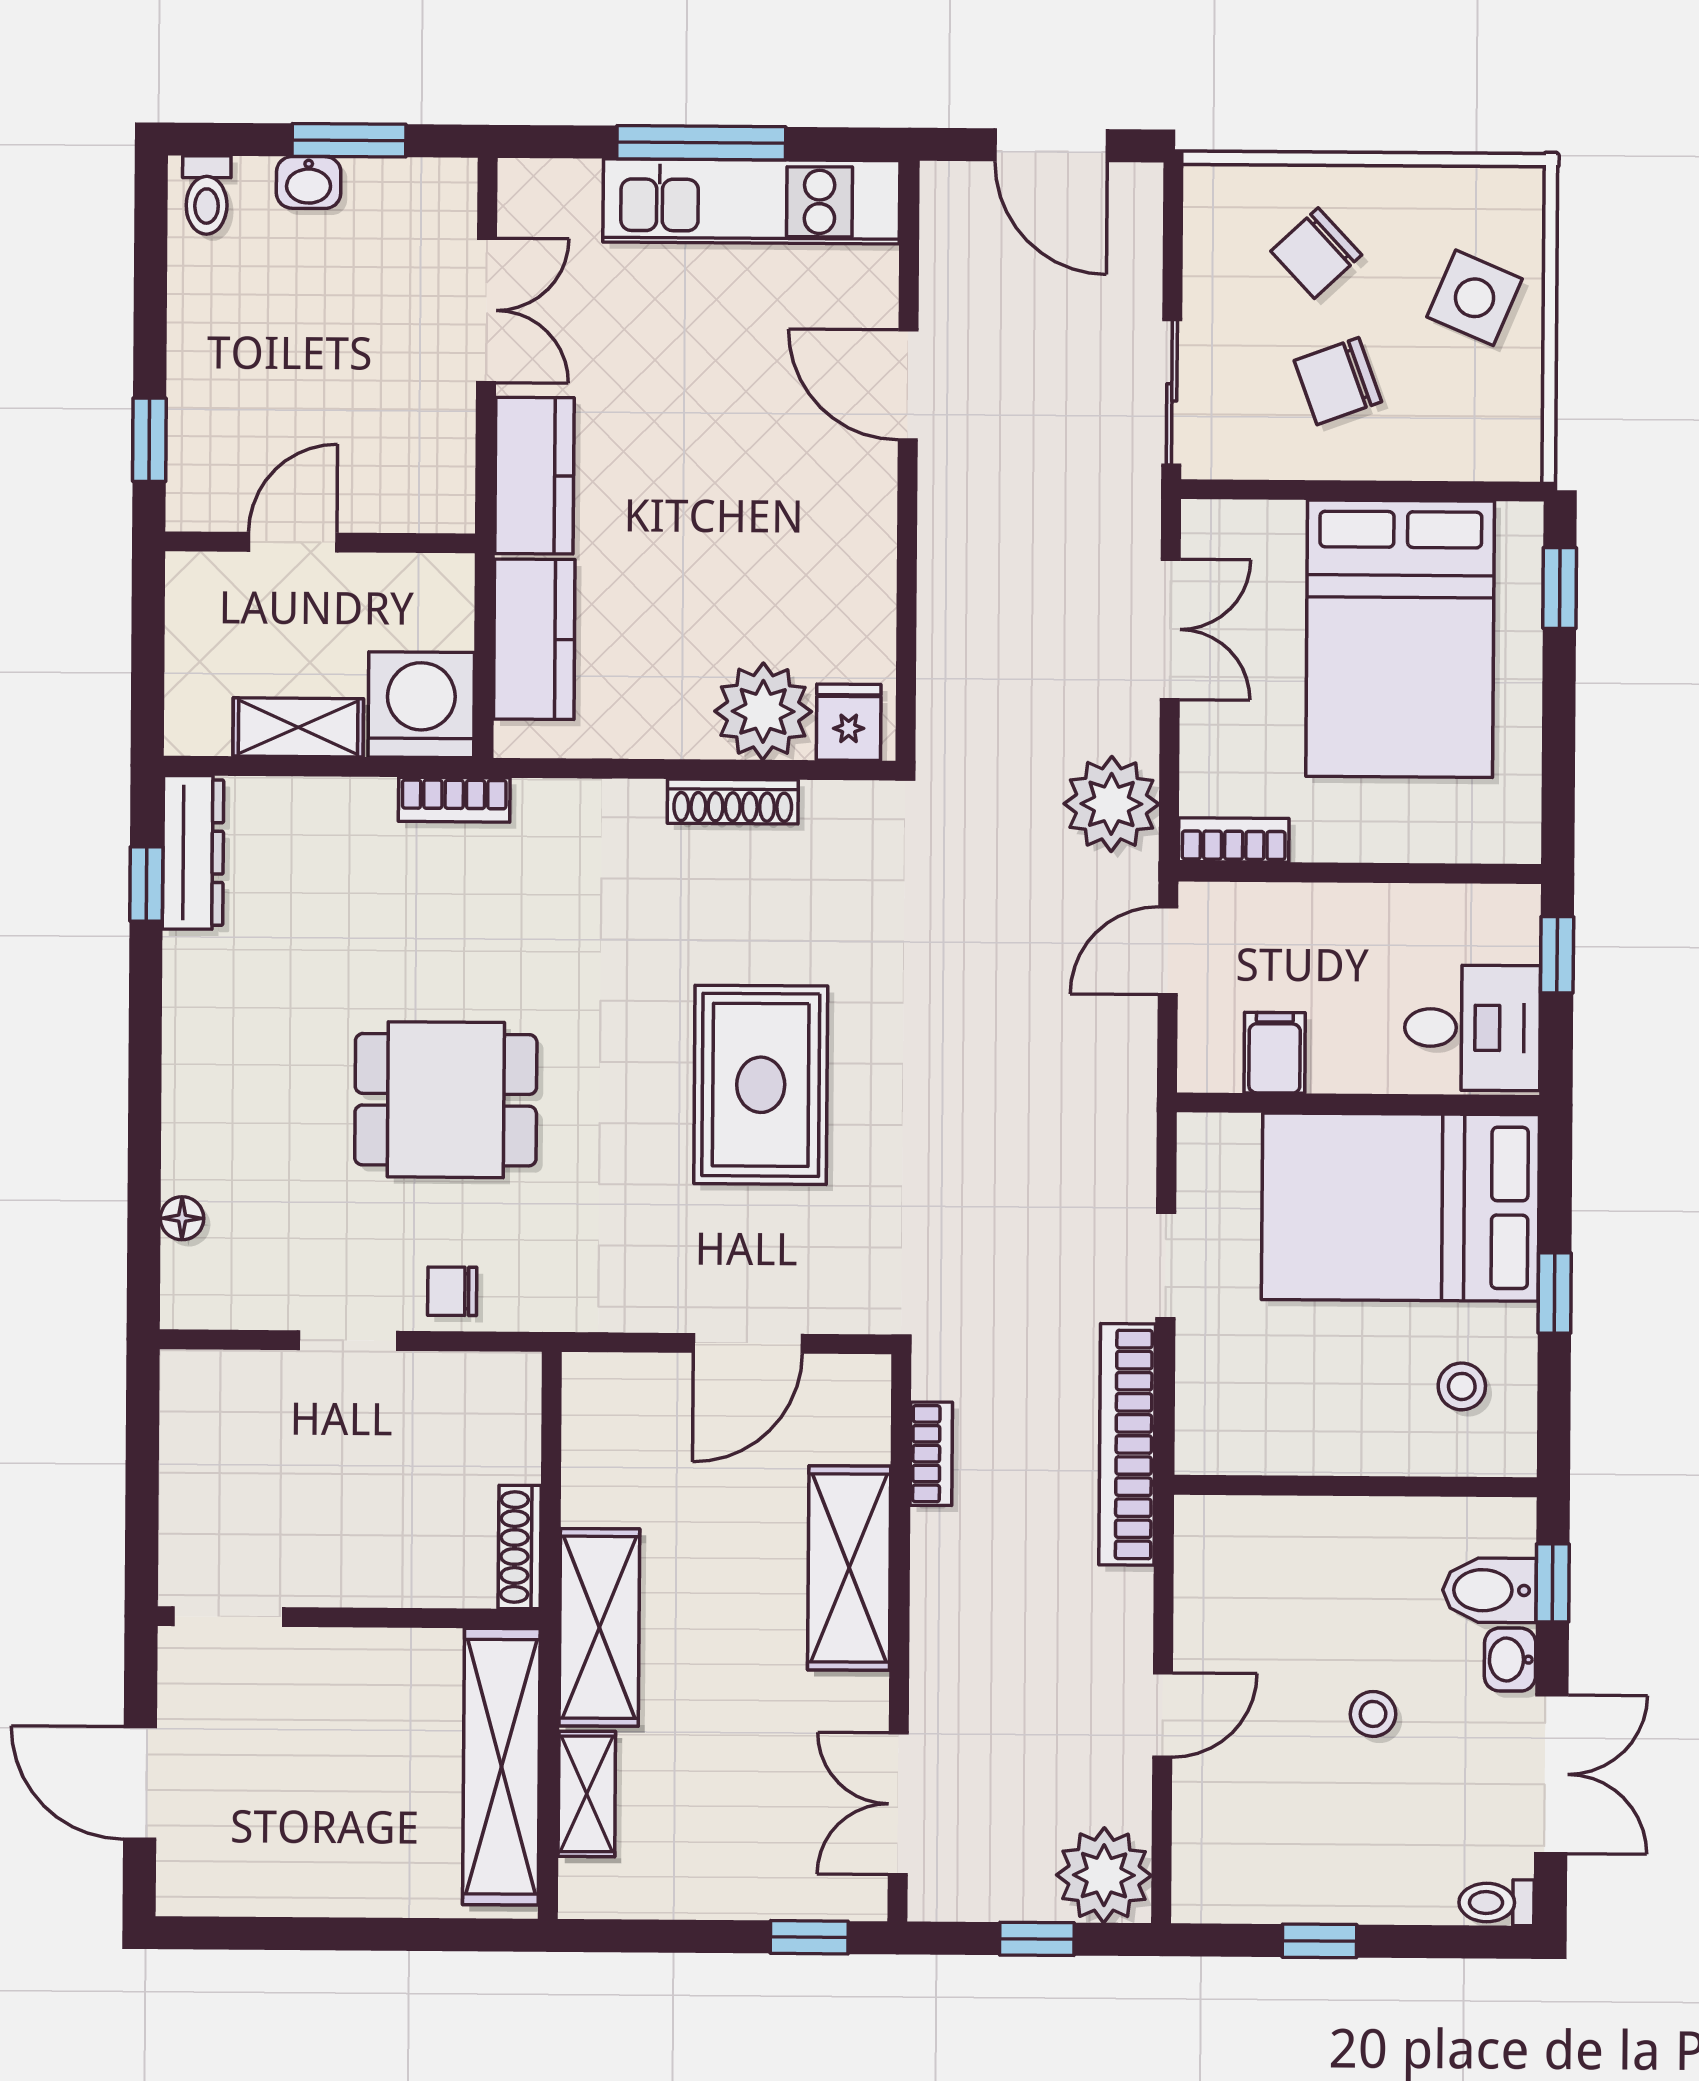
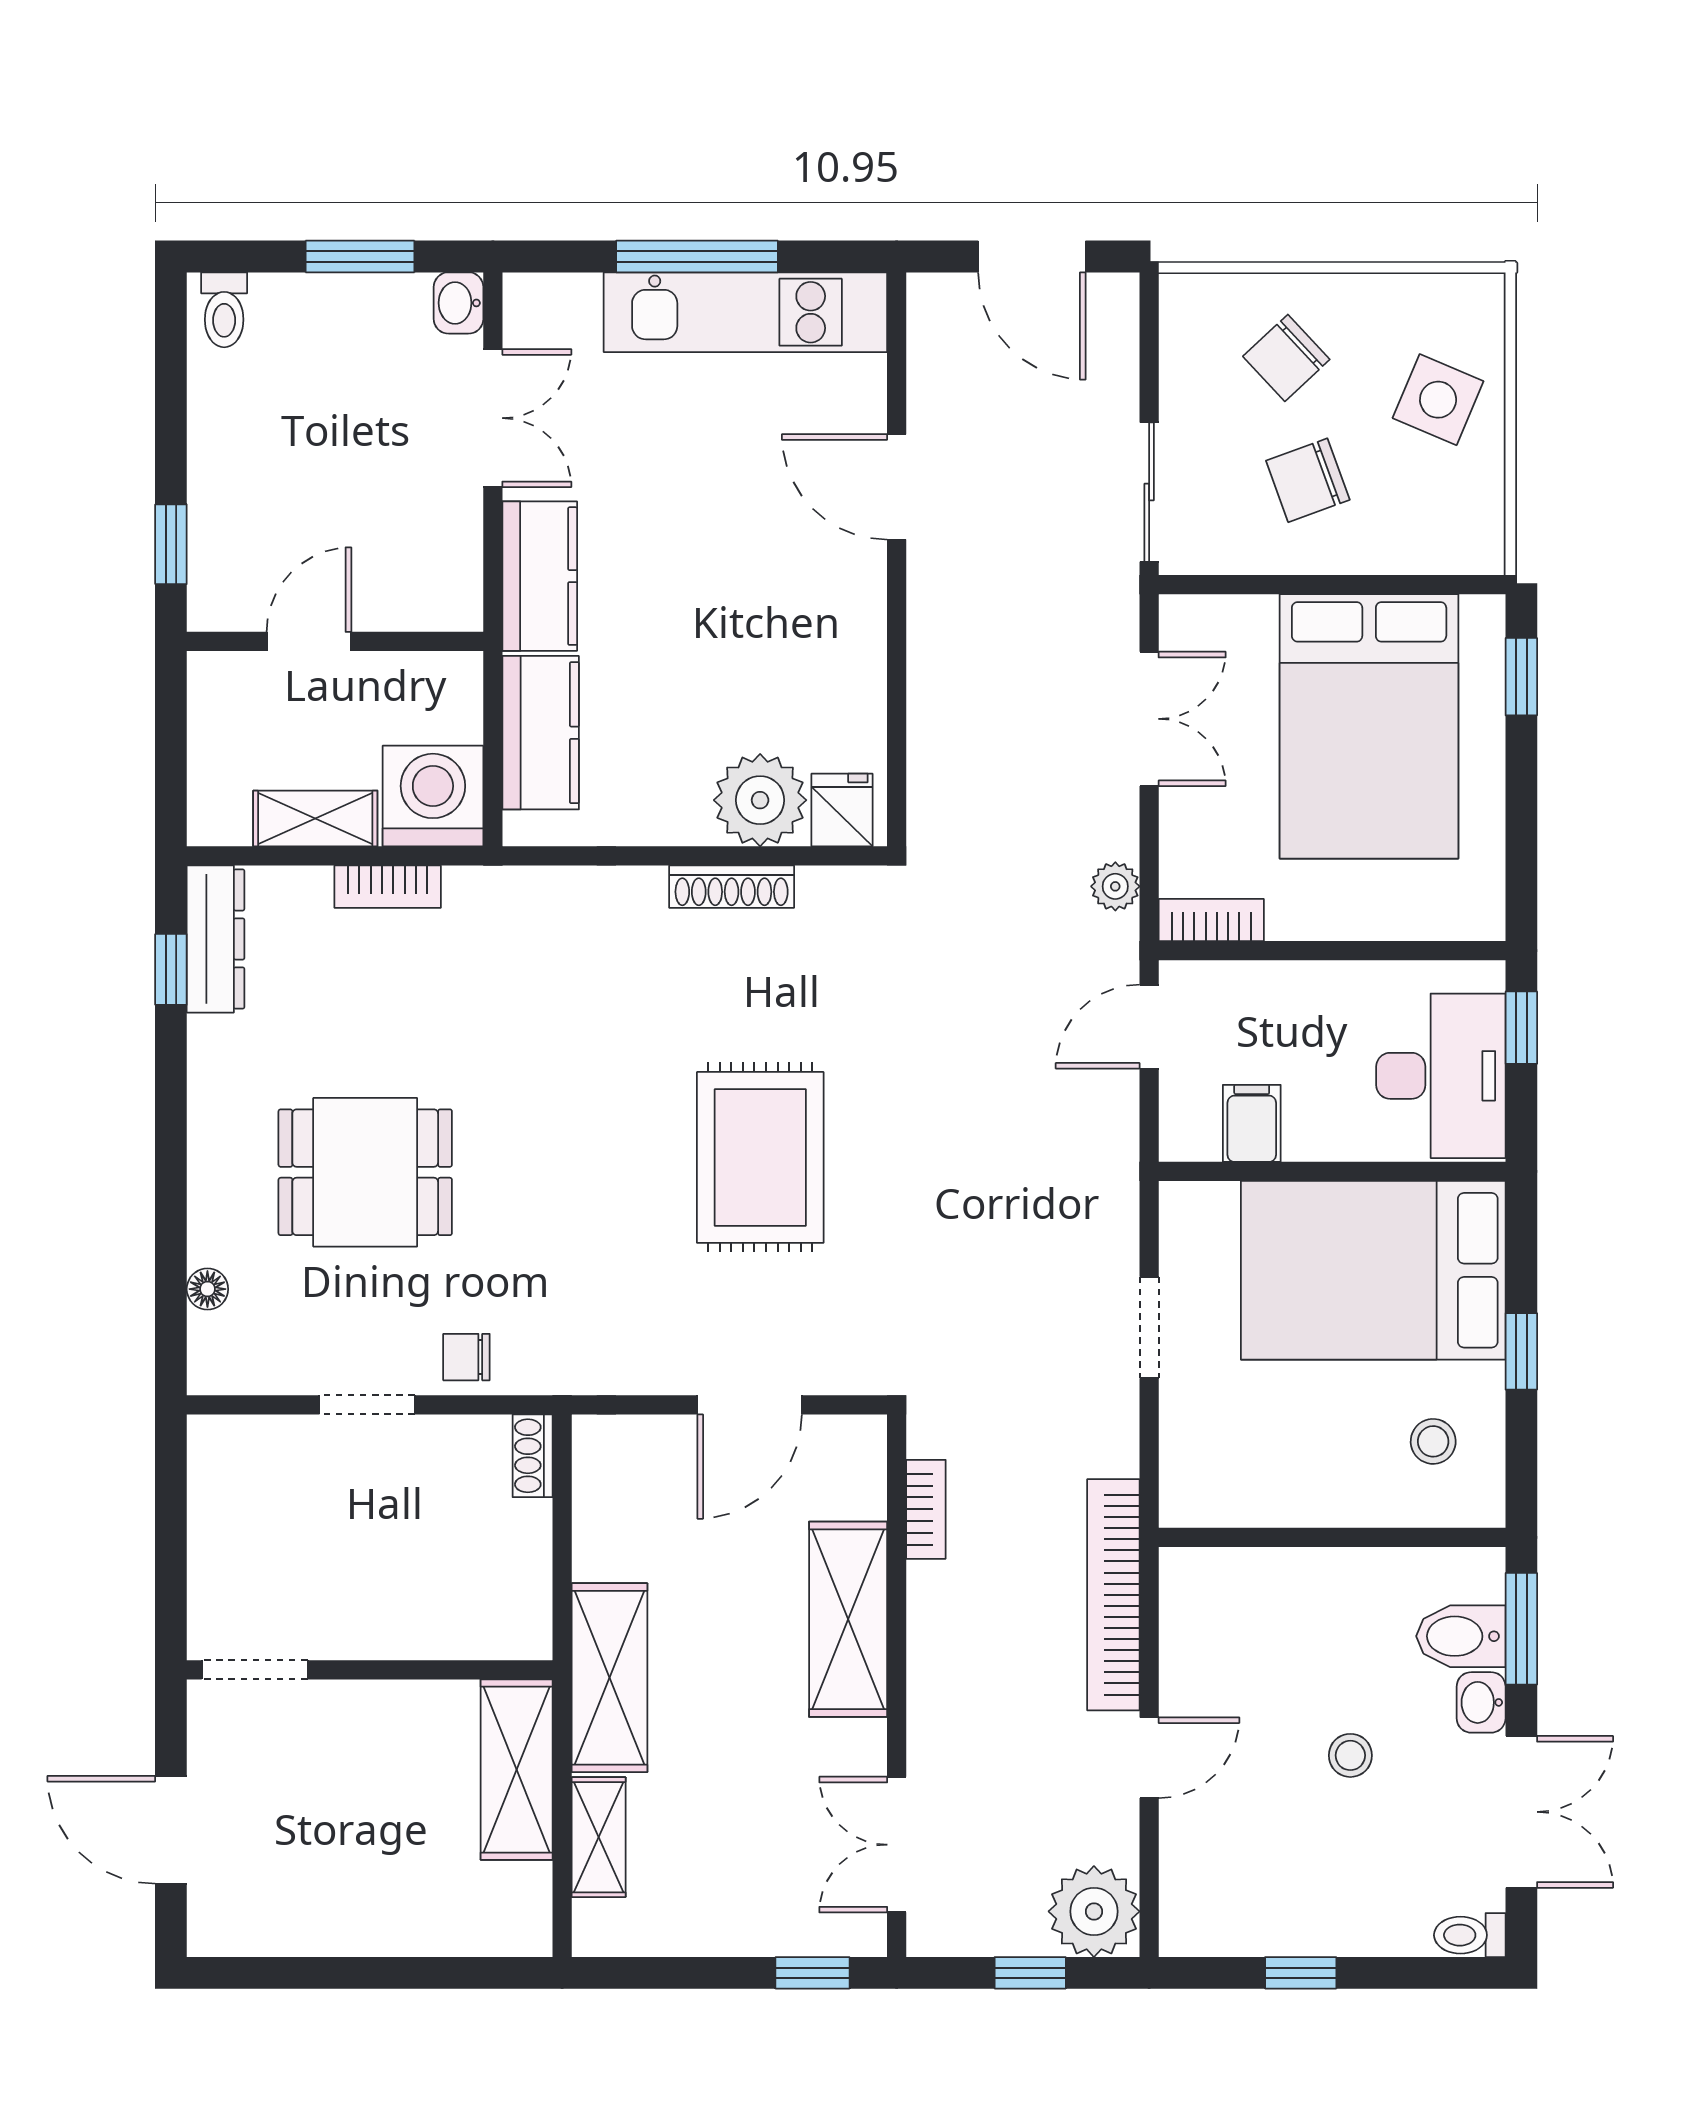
washbasin: (309, 182) -> (459, 303), moved, turned 90
bookcase: (454, 800) -> (388, 887), moved
plant: (1111, 804) -> (1115, 886), width x0.53, depth x0.53
desk: (1472, 1028) -> (1441, 1076), width x1.37
dining table: (446, 1100) -> (365, 1172), moved
bookcase: (1127, 1444) -> (1113, 1595), moved
shoe rack: (520, 1547) -> (533, 1456), moved, width x0.70
window: (1553, 1583) -> (1521, 1629), width x1.50
shelving: (501, 1767) -> (517, 1770), width x0.68

